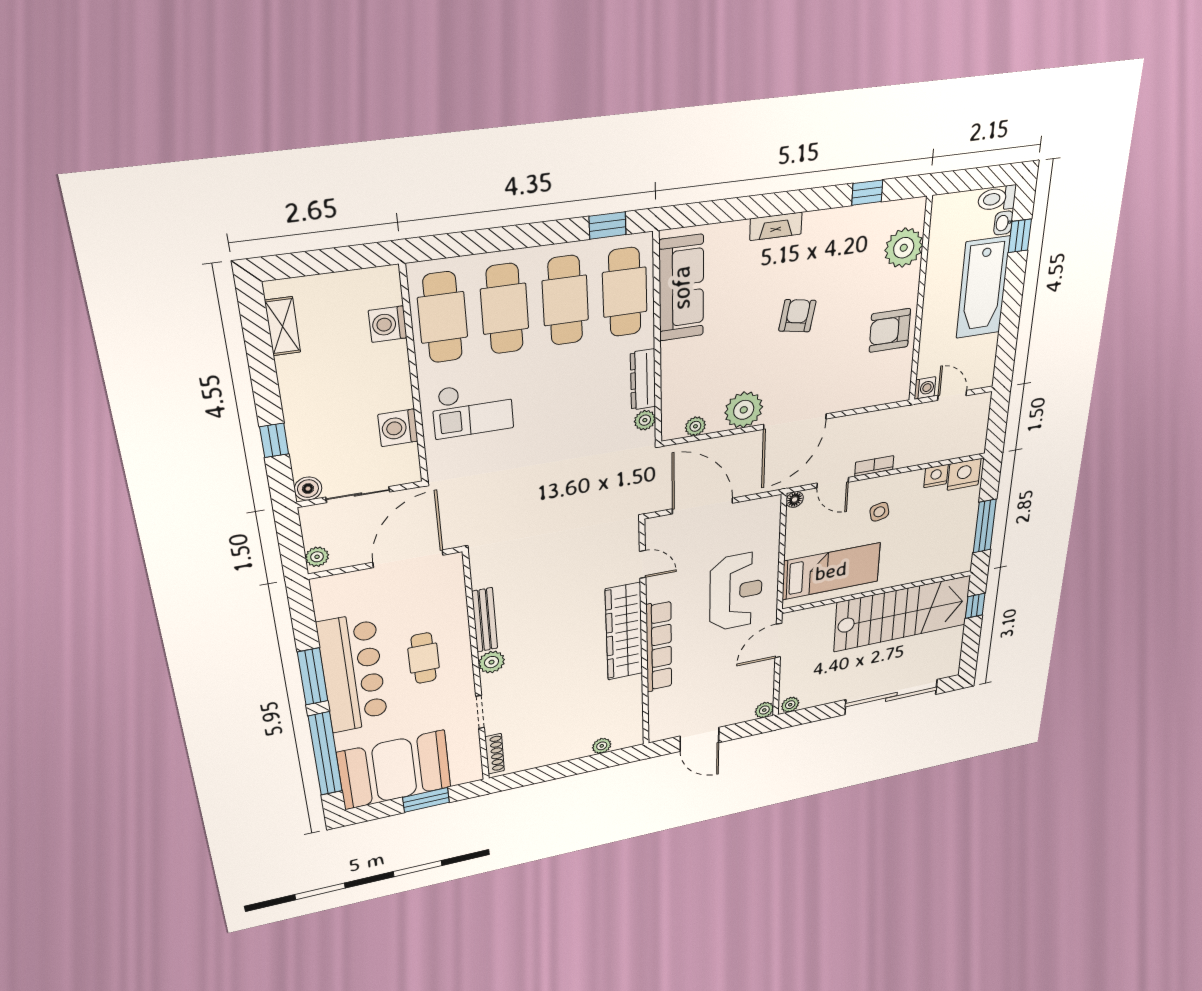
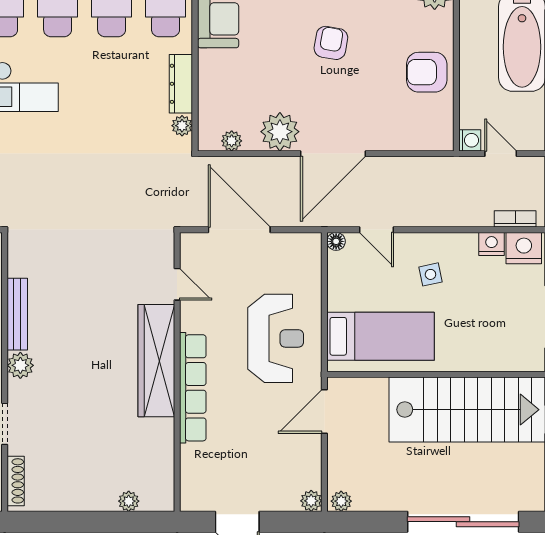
bookcase: (874, 466) -> (515, 219), moved

